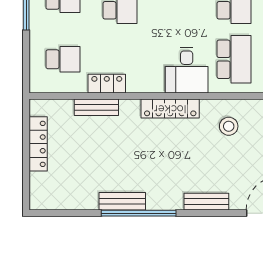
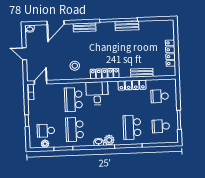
locker: (107, 84) -> (132, 85), width x1.53

